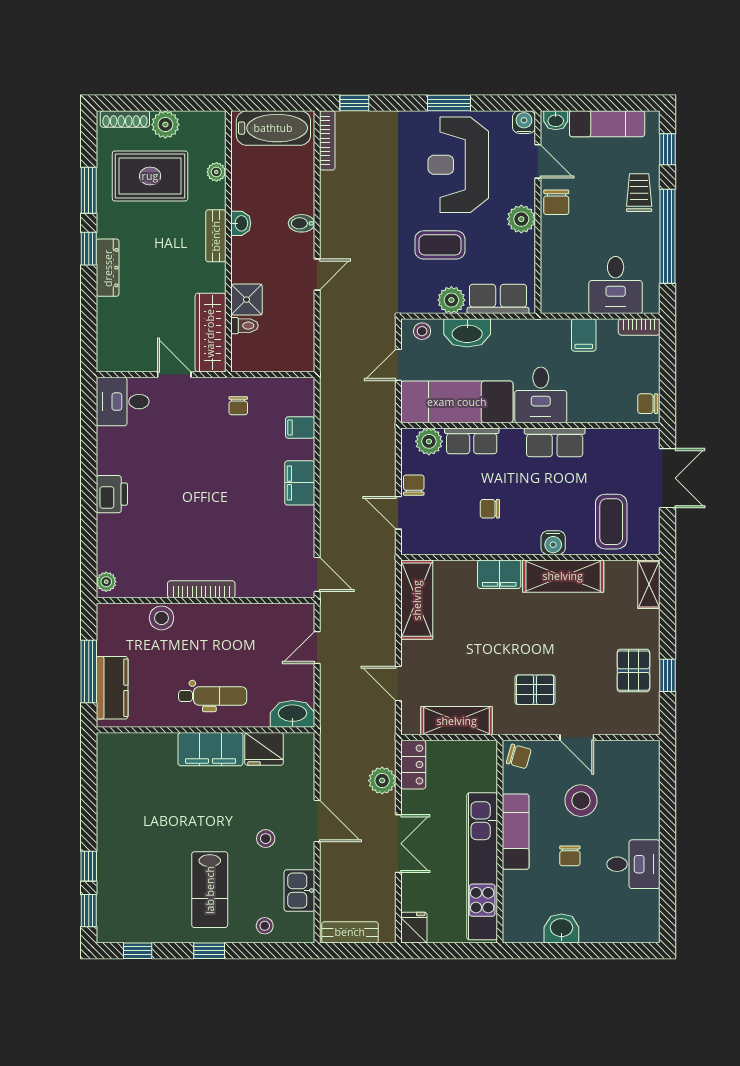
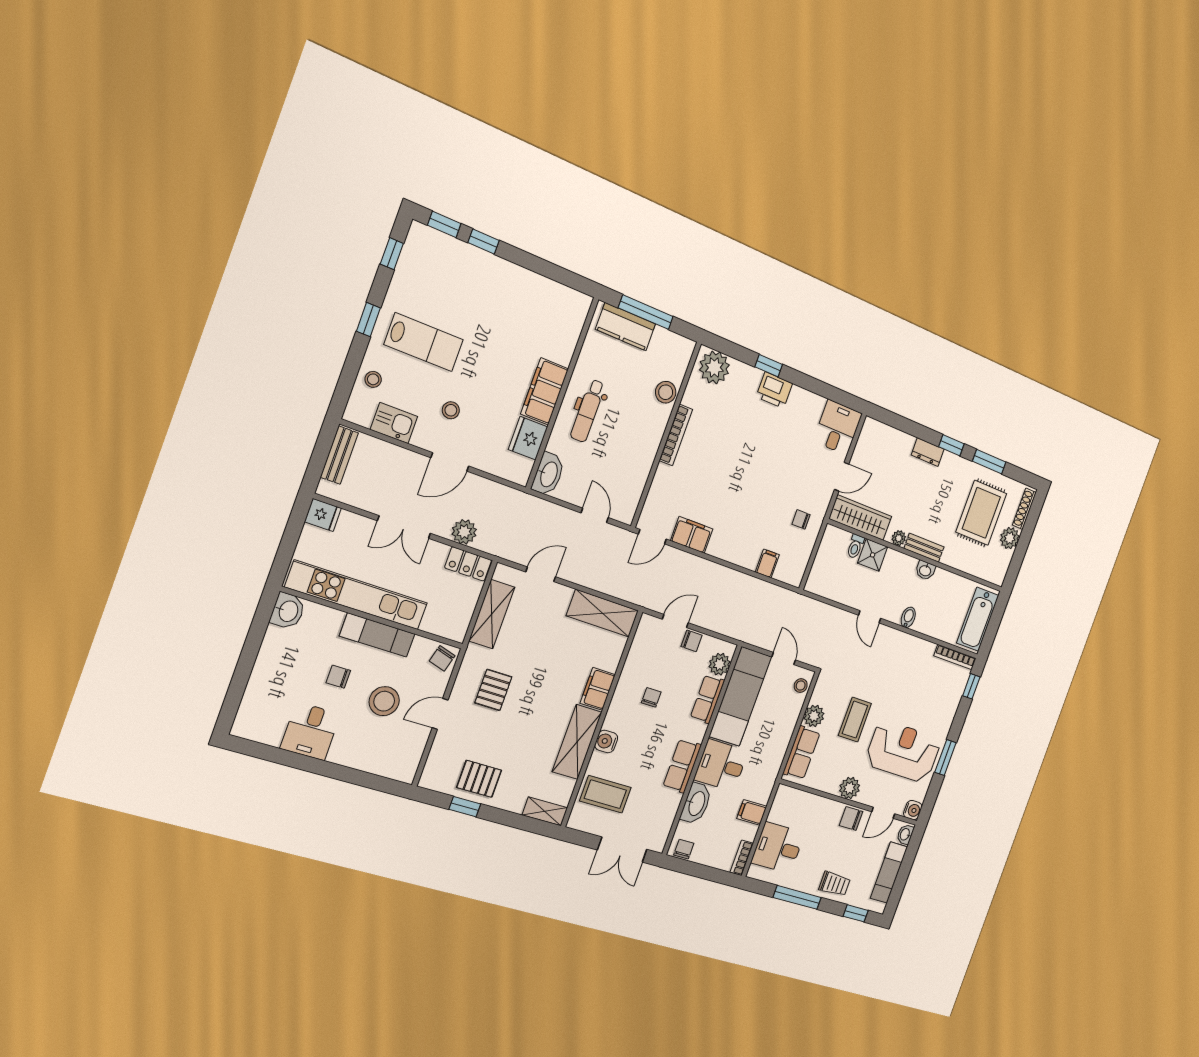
plant: (216, 172) -> (899, 538), moved
window: (667, 236) -> (797, 897), width x0.68
dresser: (108, 268) -> (928, 452), width x0.70
washbasin: (467, 333) -> (696, 803), moved, turned 180
filing cabinet: (300, 483) -> (692, 535), moved
window: (89, 511) -> (769, 366), added
plant: (106, 582) -> (714, 368), width x1.87, depth x1.87
lab bench: (210, 890) -> (424, 342), turned 180
washbasin: (561, 928) -> (288, 611), moved

